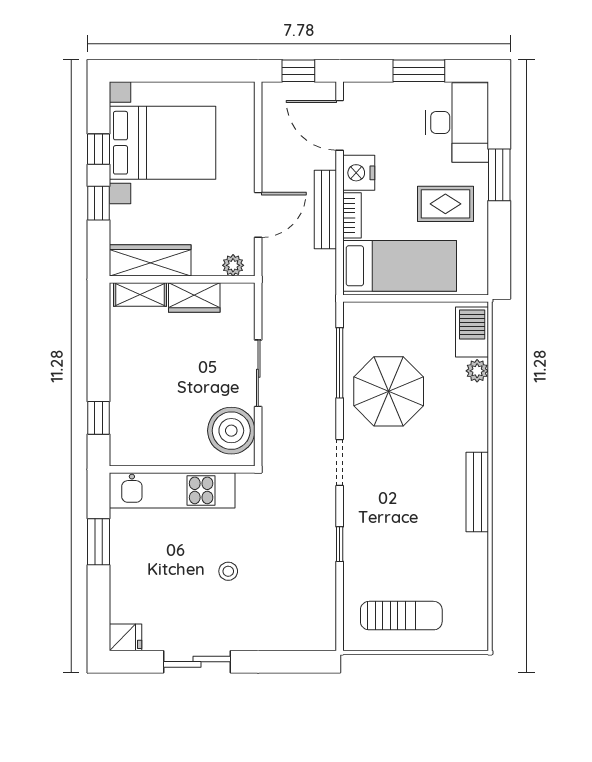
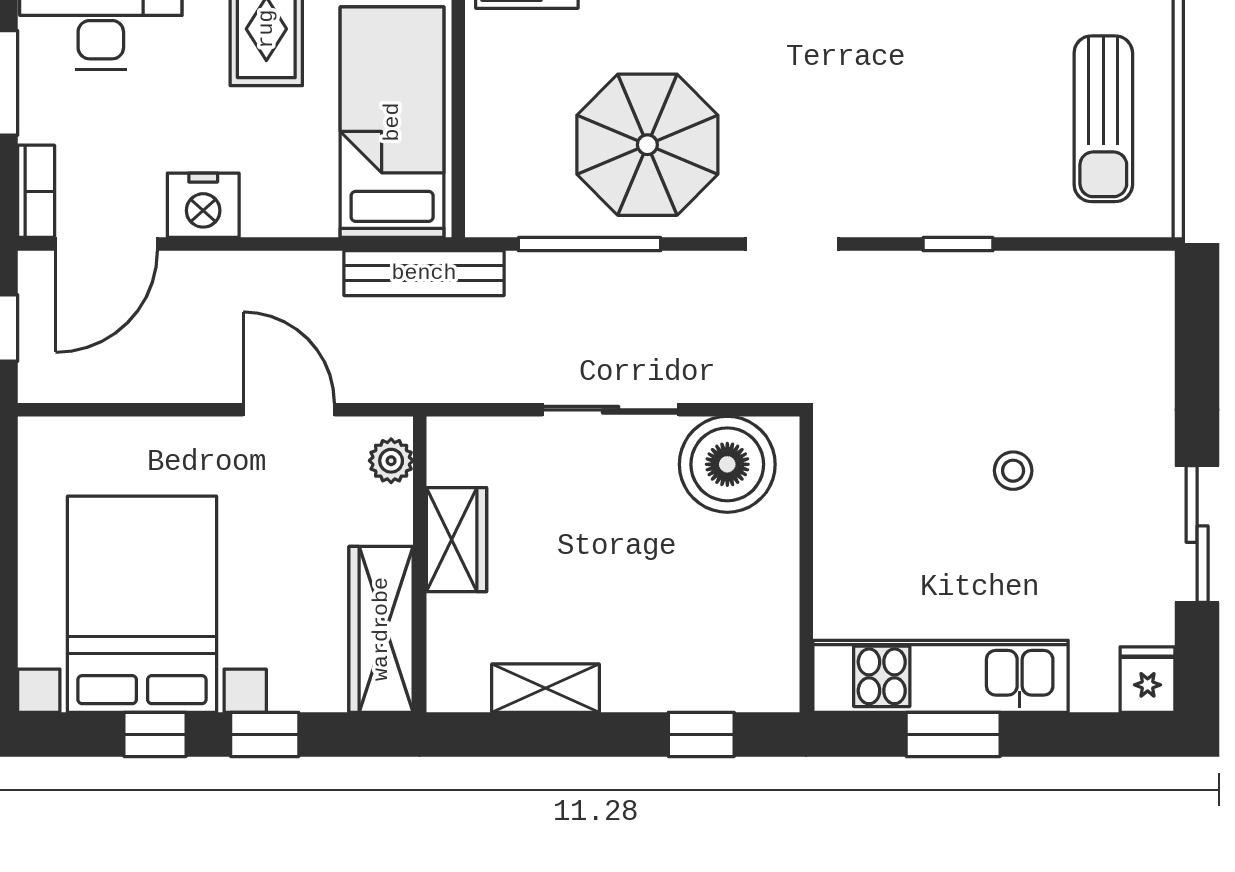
bench: (325, 209) -> (424, 273), moved
bookcase: (352, 215) -> (36, 191), moved, turned 90
shelving: (140, 294) -> (546, 688), moved, turned 90
kitchen unit: (172, 490) -> (940, 676), moved, turned -90
sun lounger: (401, 616) -> (1103, 119), turned 180

